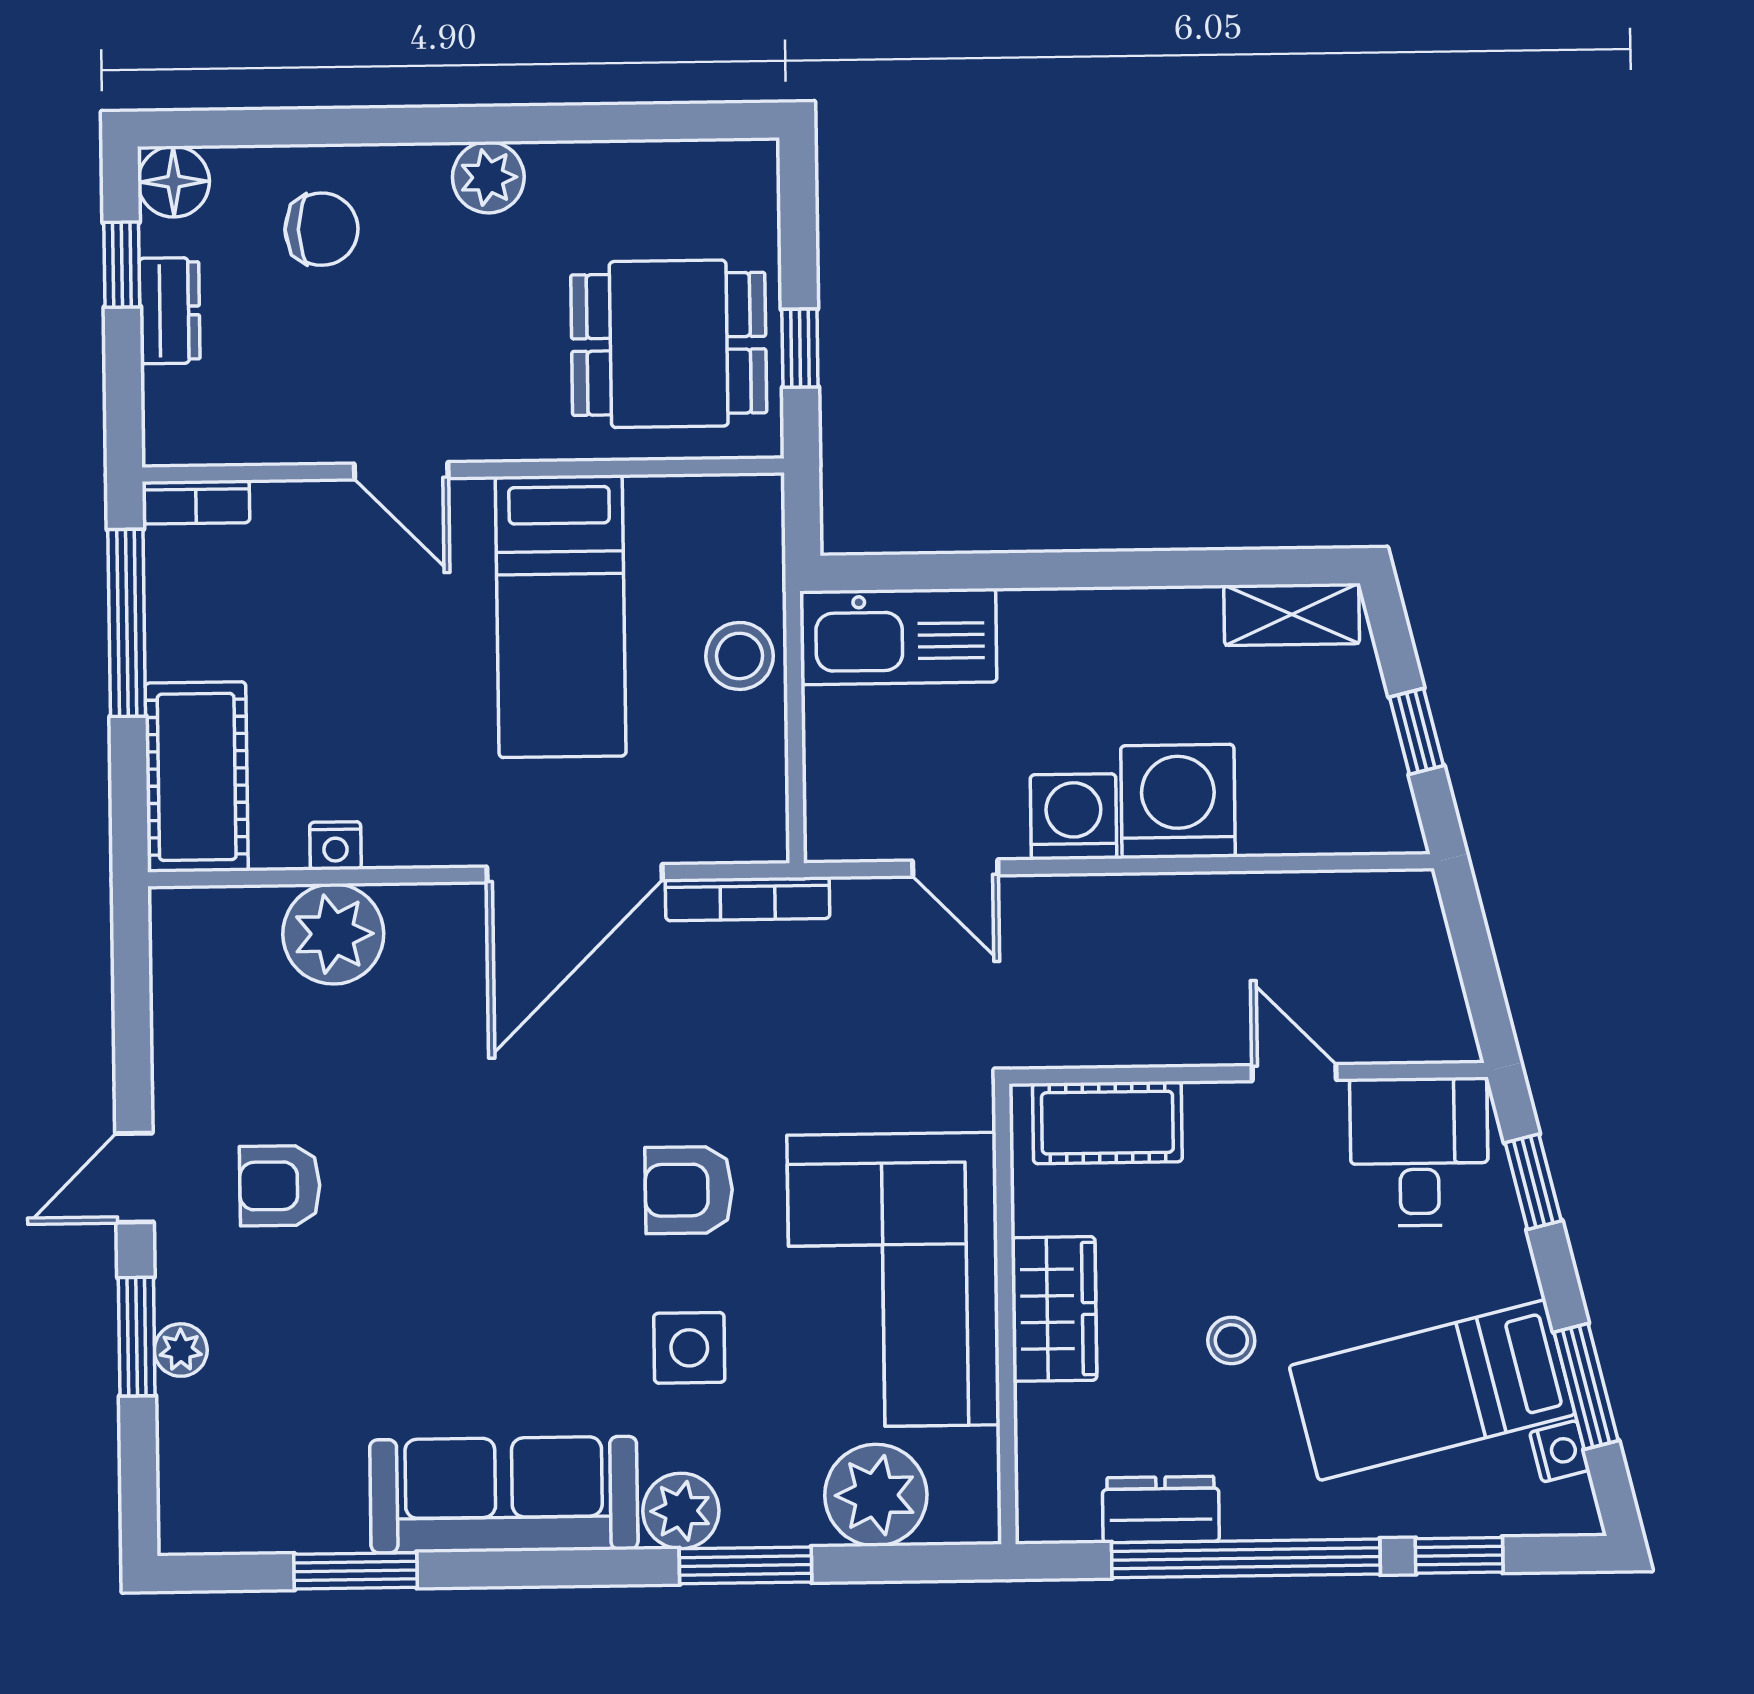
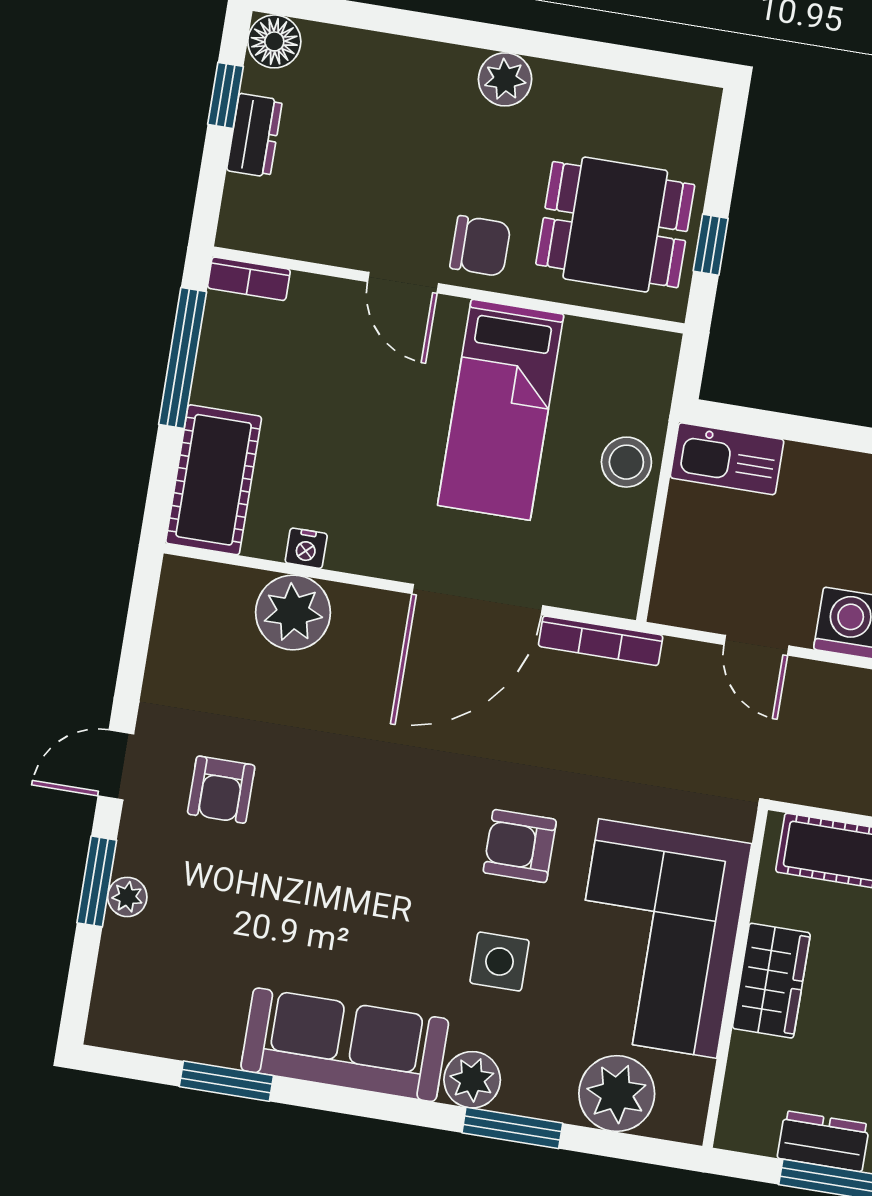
chair: (321, 229) -> (480, 246), moved
kitchen sink: (898, 637) -> (727, 459), width x0.73, depth x0.81
armchair: (280, 1186) -> (221, 790), turned -90

